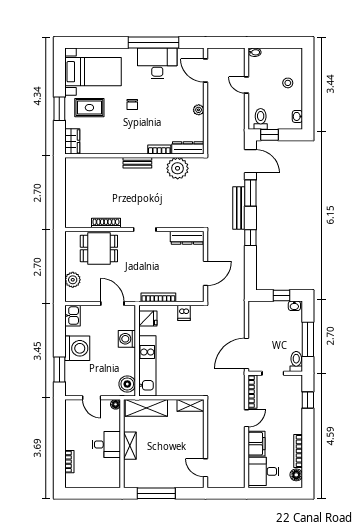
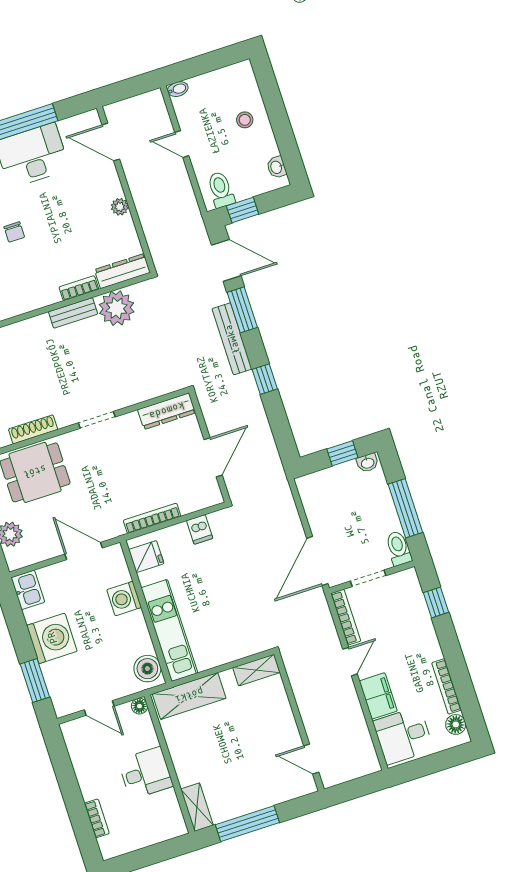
bench: (137, 163) -> (73, 313), moved
shelving: (130, 446) -> (197, 807), moved

